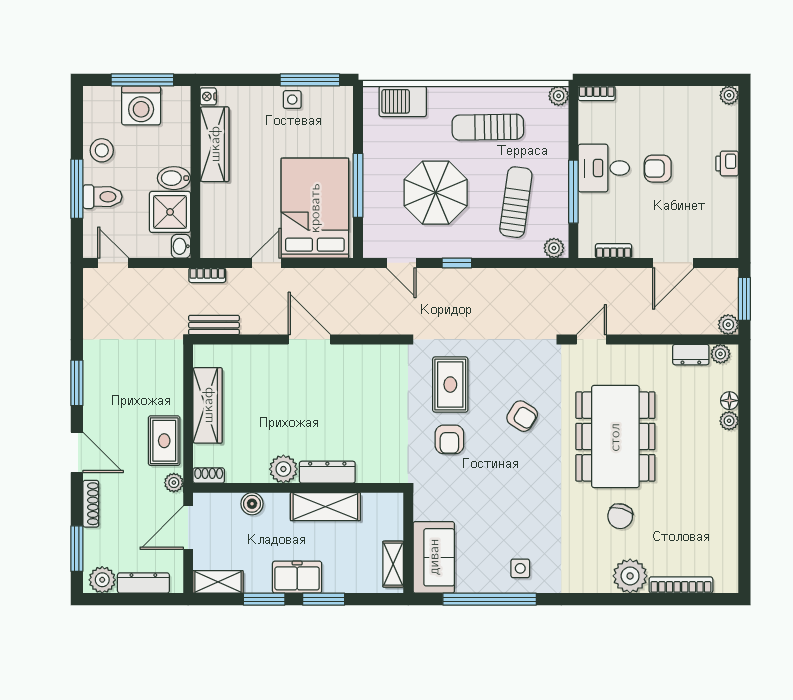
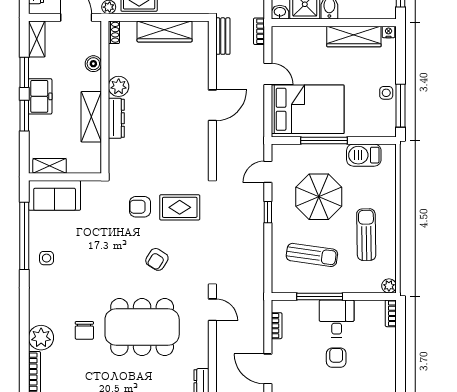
barbecue: (403, 101) -> (364, 155), moved, turned -90
plant: (554, 248) -> (279, 282), removed
chair: (620, 516) -> (84, 330), turned -106

